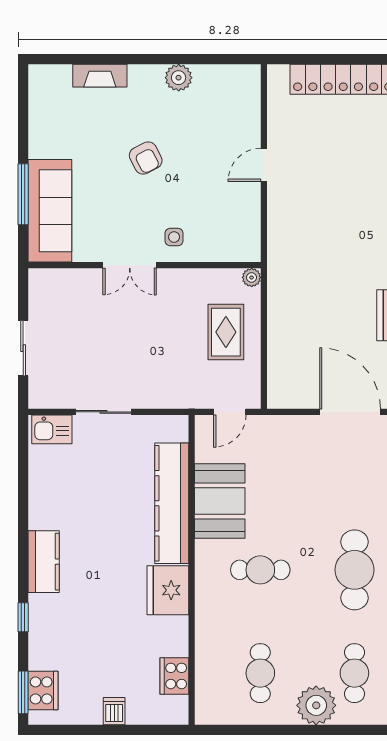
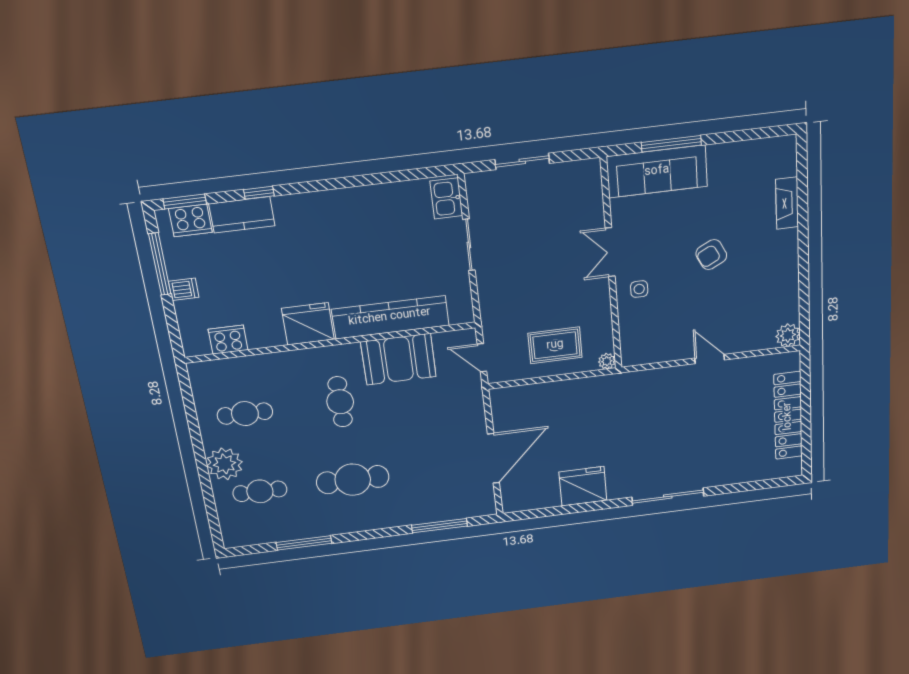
plant: (179, 78) -> (788, 335), moved
kitchen counter: (44, 562) -> (242, 215), moved
window: (84, 730) -> (160, 264), added

